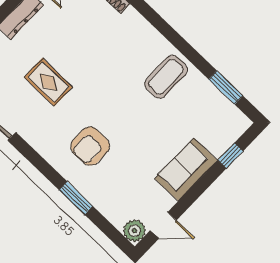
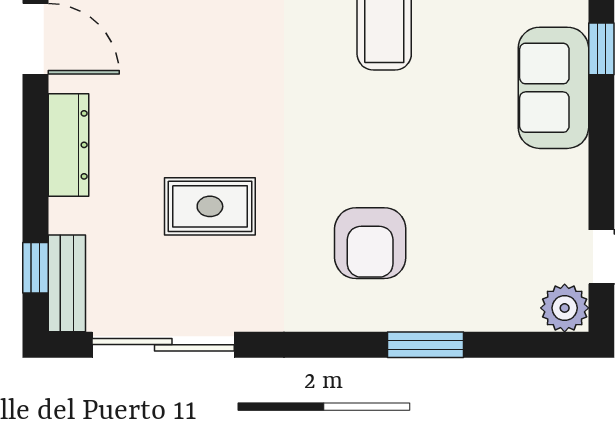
sofa: (186, 169) -> (553, 88), moved

